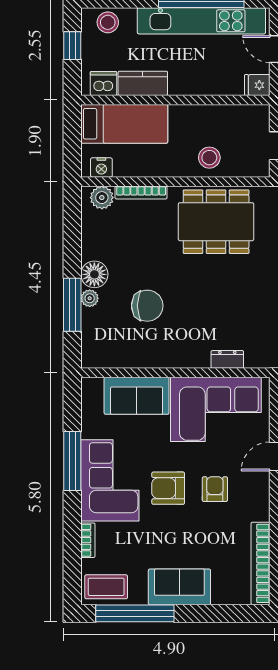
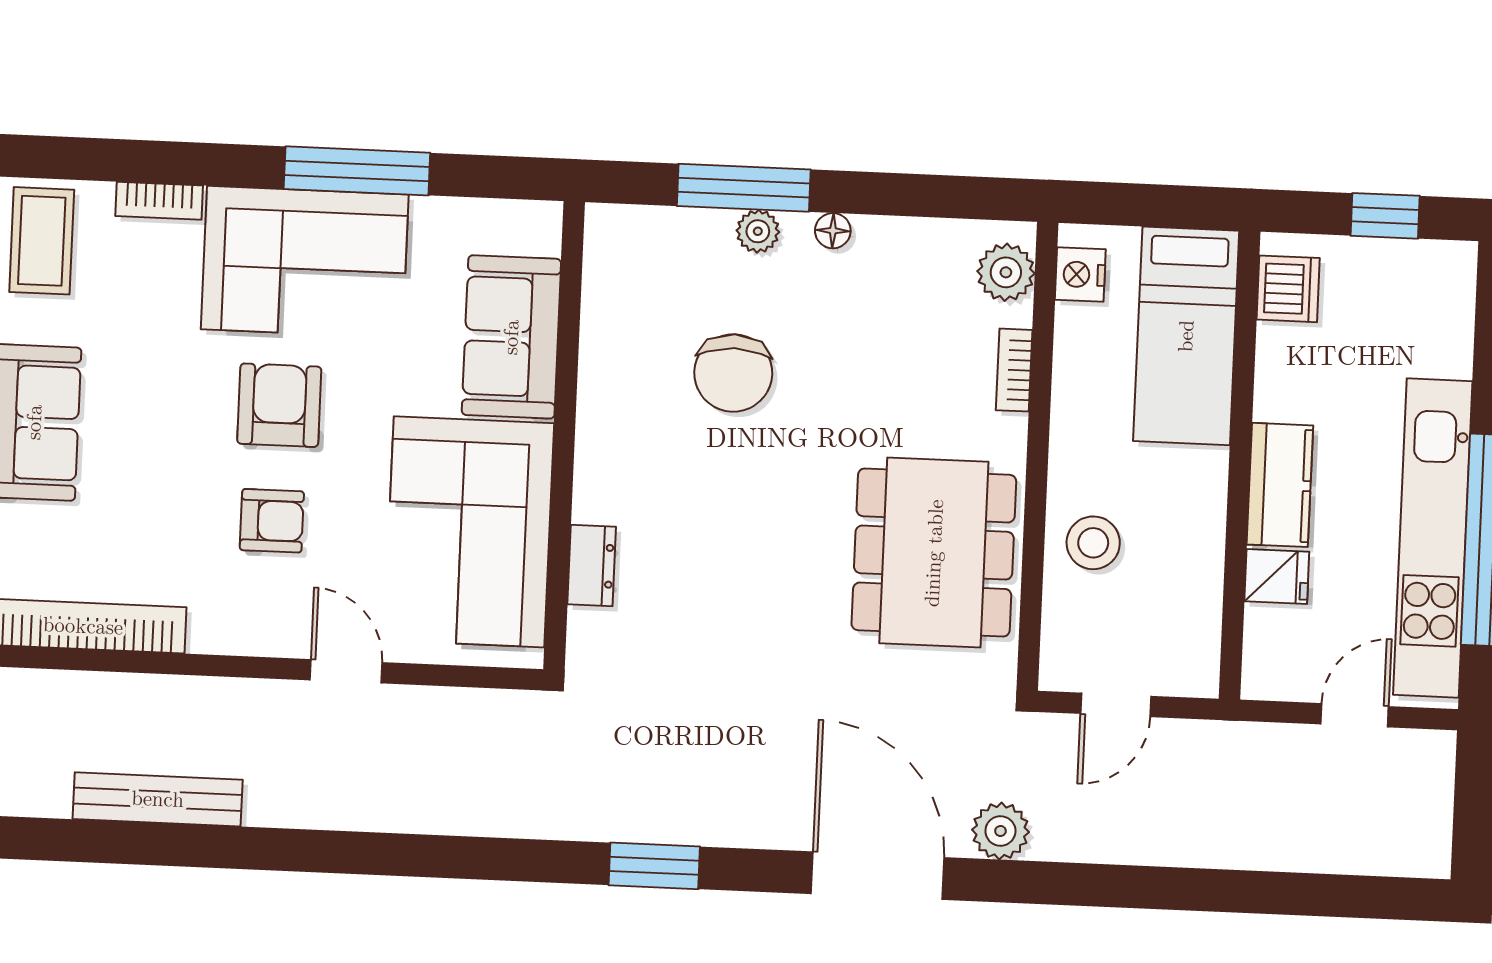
stool: (108, 22) -> (1439, 306), removed
kitchen counter: (143, 83) -> (1280, 485), moved
fridge: (257, 85) -> (1277, 576), moved, turned 90
bookcase: (141, 193) -> (1014, 370), width x0.64
floor lamp: (94, 274) -> (833, 231), width x0.53, depth x0.53

